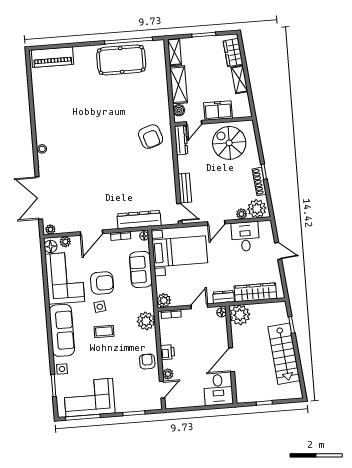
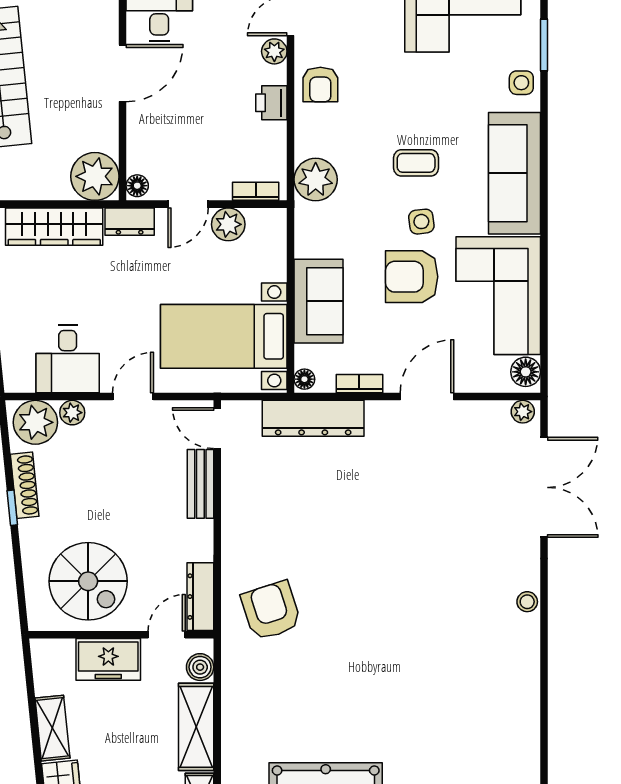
plant: (65, 242) -> (490, 380), removed
plant: (164, 300) -> (228, 224), moved

